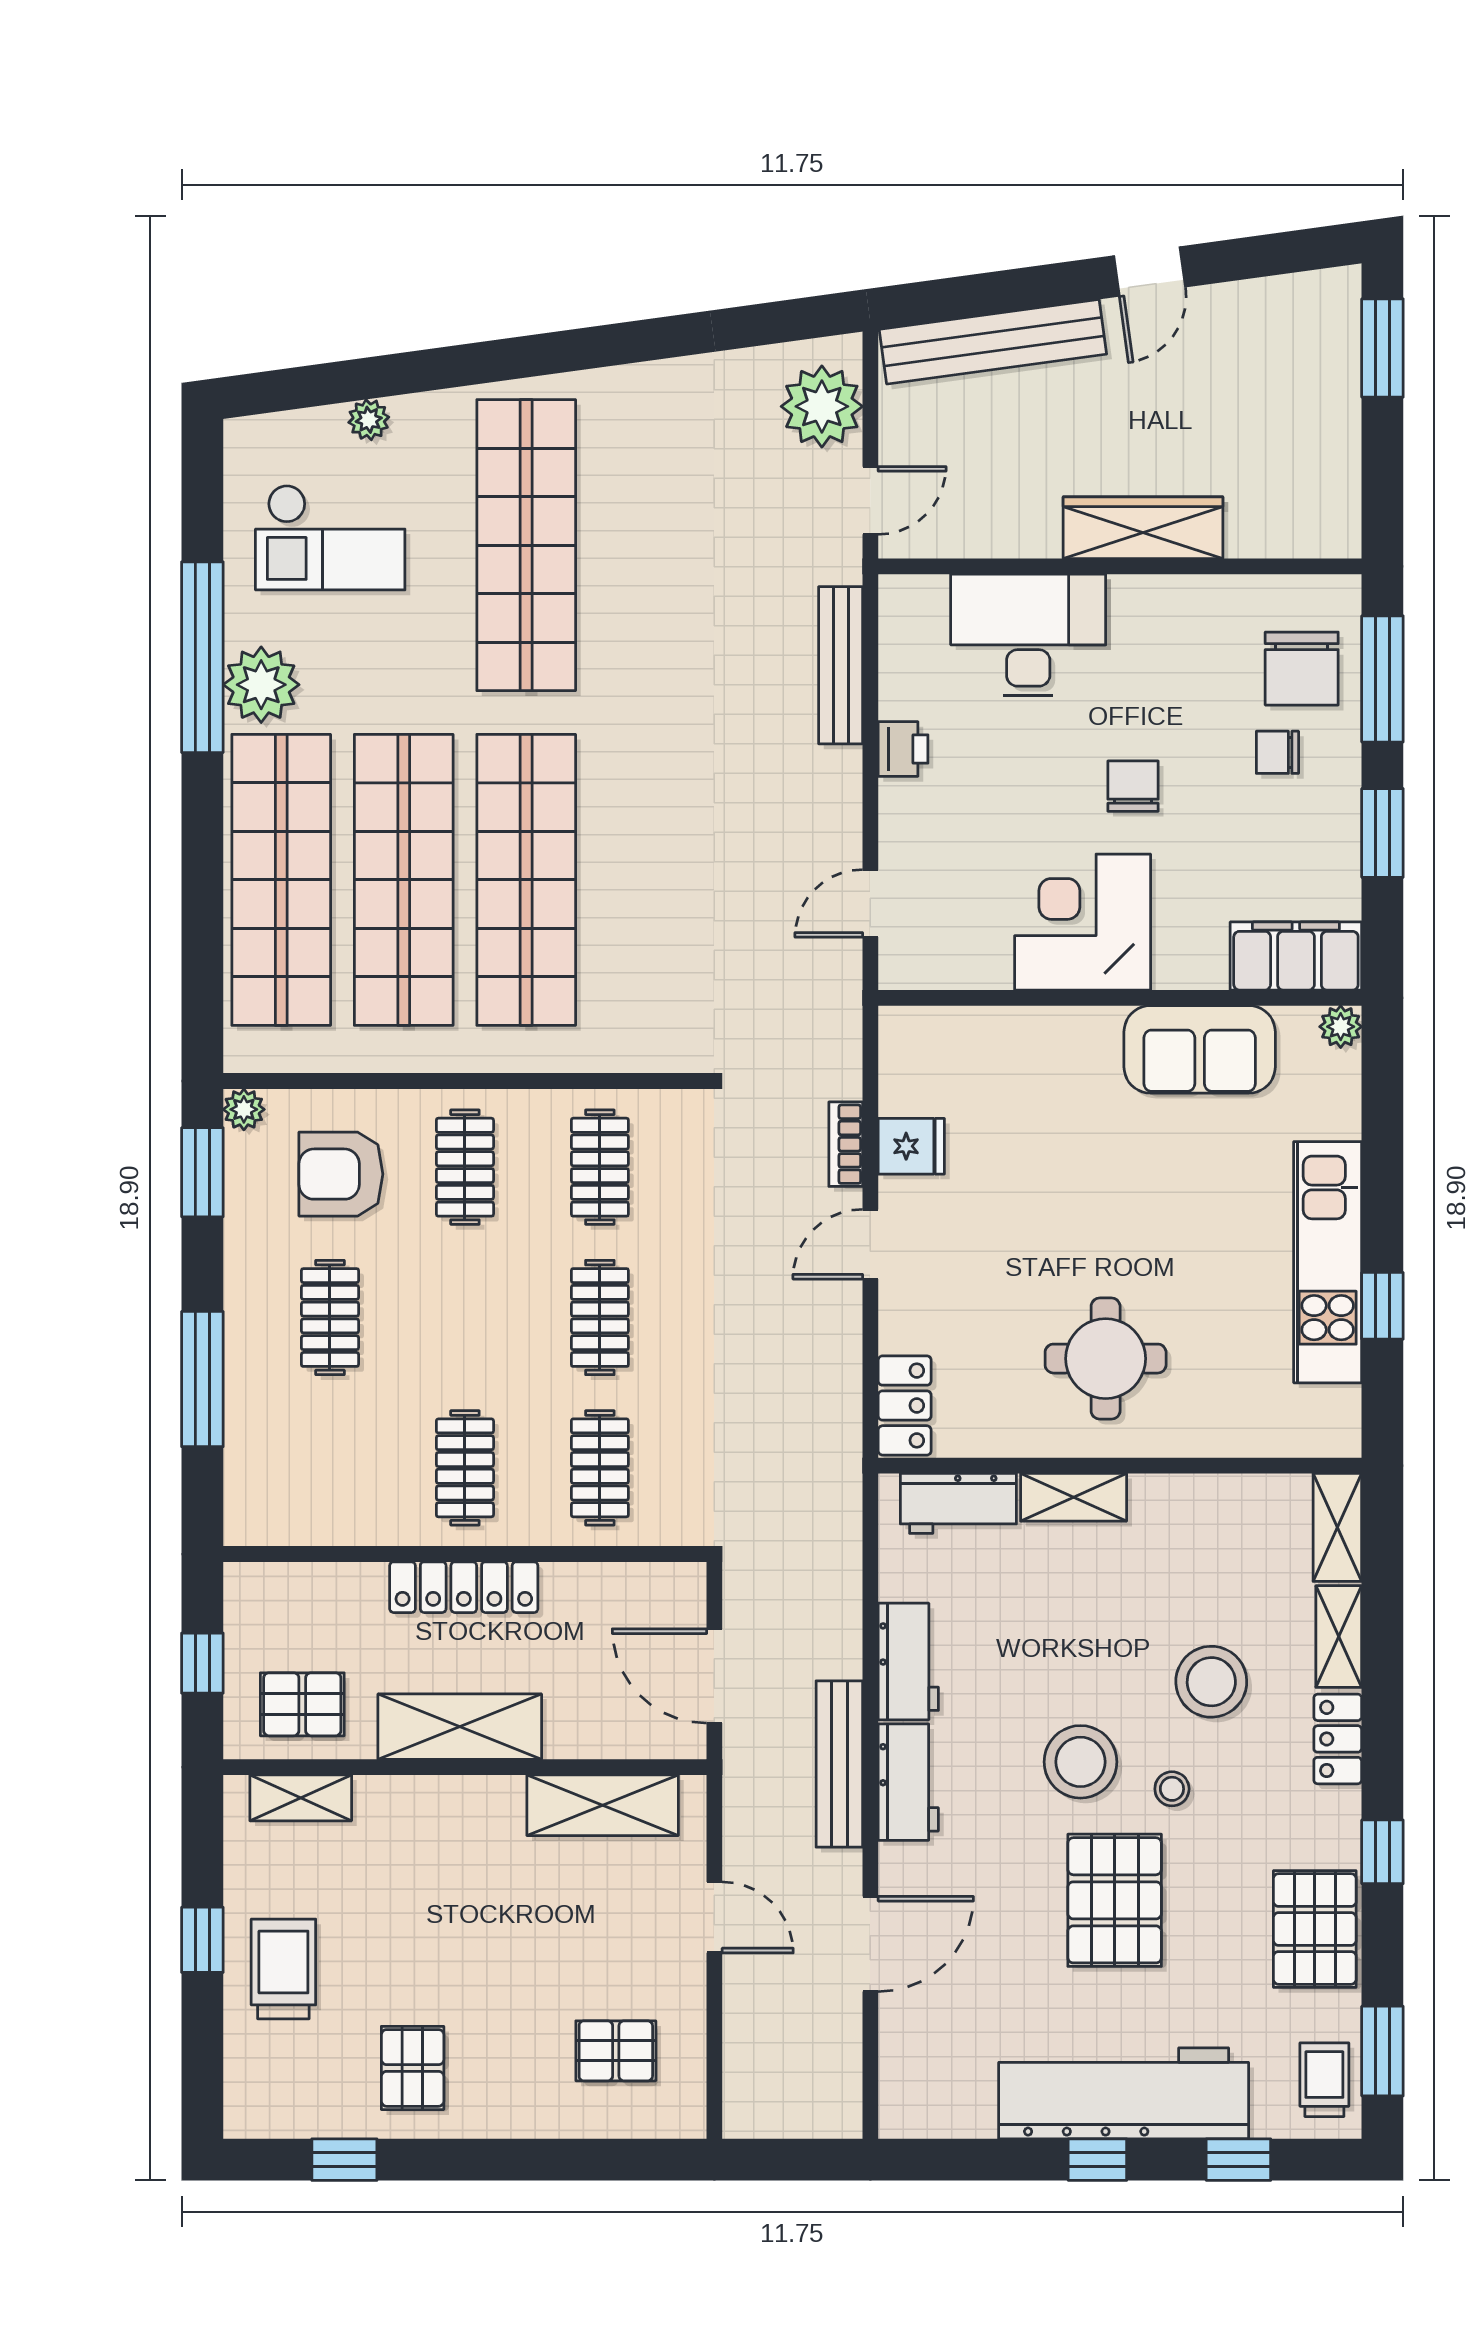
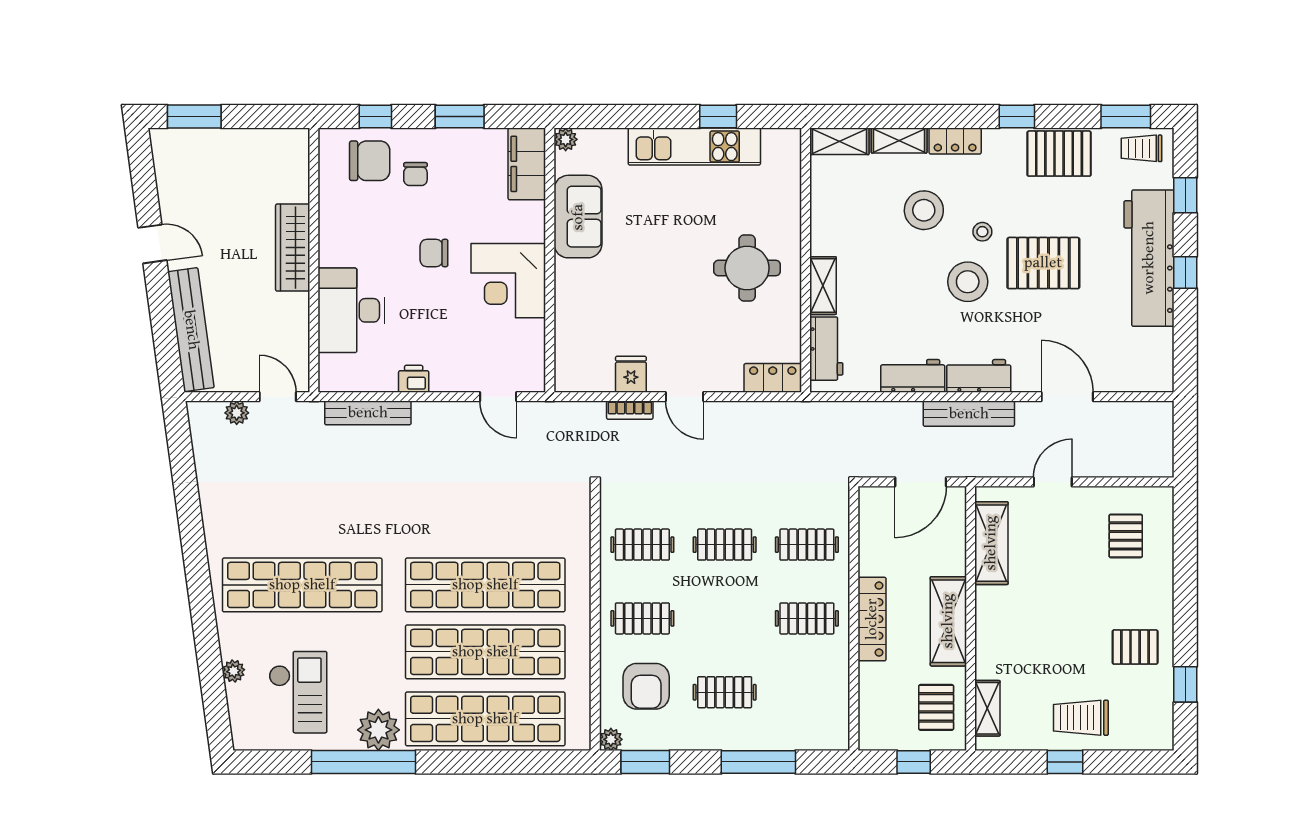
plant: (822, 406) -> (237, 413), width x0.53, depth x0.53
window: (1382, 679) -> (375, 117), width x0.46

